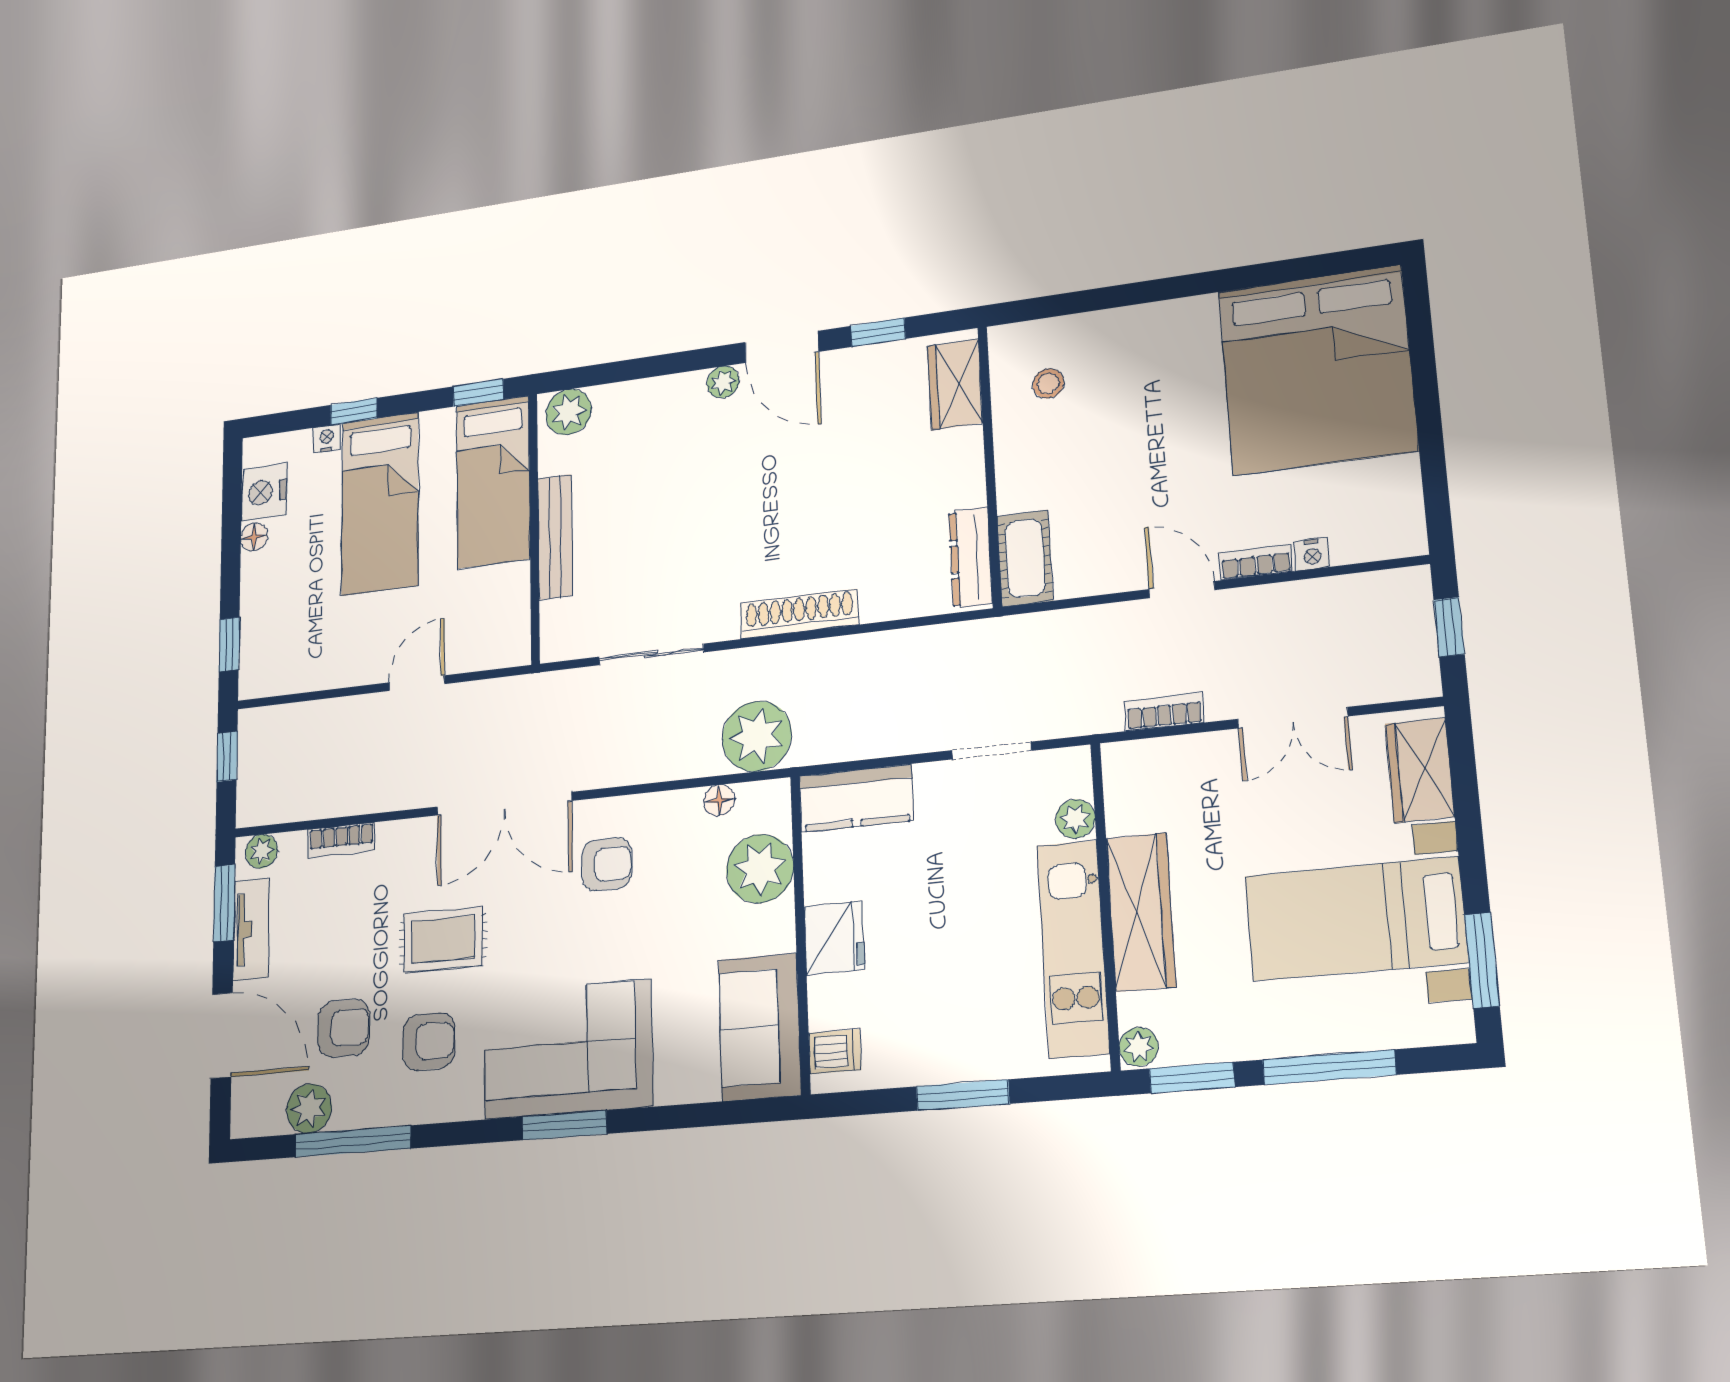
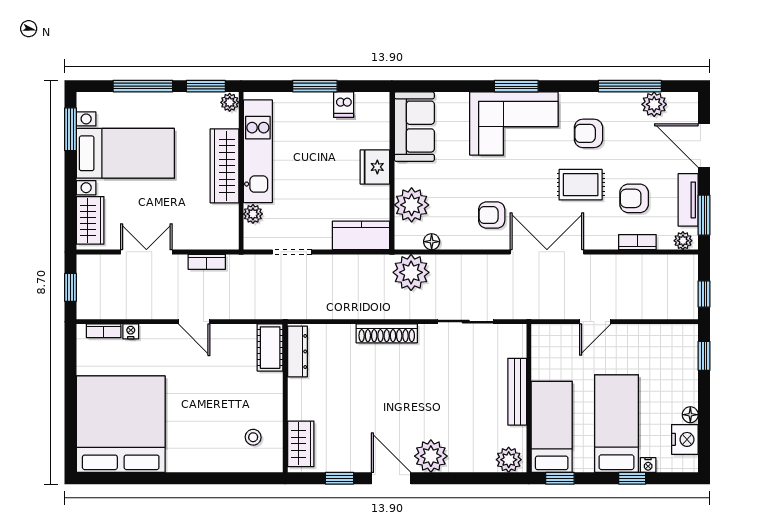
plant: (723, 382) -> (431, 456), width x1.87, depth x1.87
bookcase: (1256, 562) -> (104, 331), moved
armchair: (344, 1028) -> (634, 198), moved
dishwasher: (835, 1052) -> (344, 105), moved, turned -90

